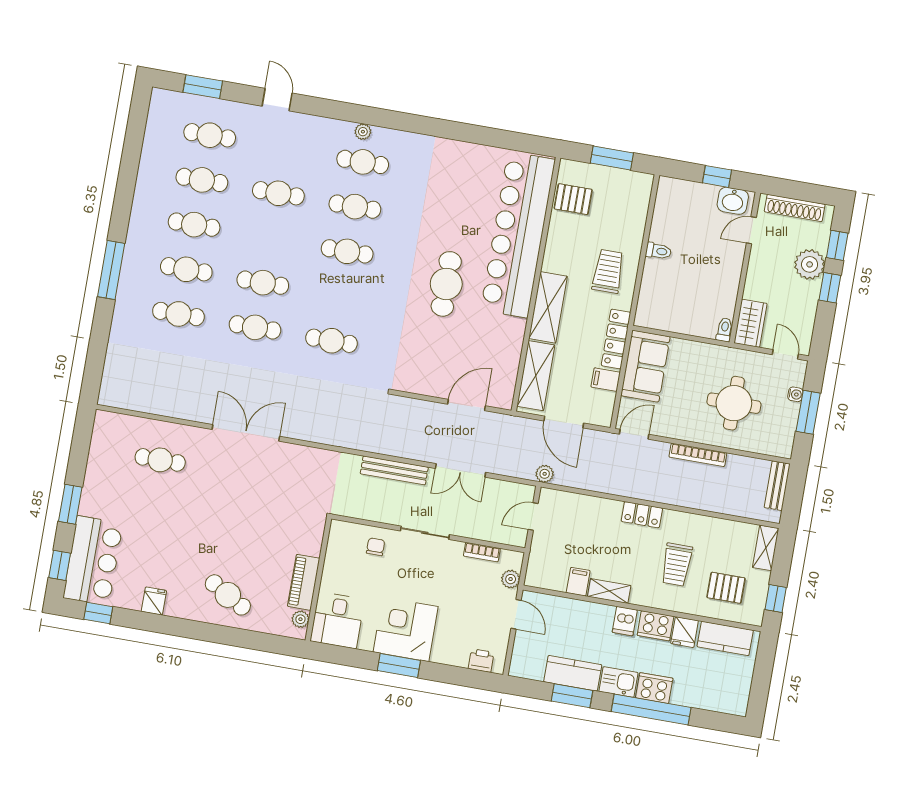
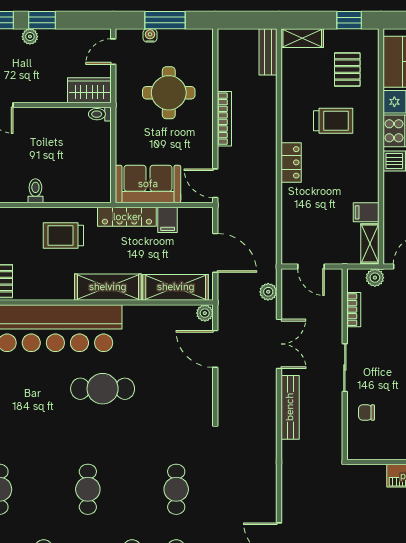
cafe table: (355, 207) -> (44, 489), removed
plant: (810, 264) -> (30, 37), width x0.53, depth x0.53
plant: (505, 401) -> (205, 313), added
door: (564, 422) -> (215, 253), hinge flipped
plant: (545, 474) -> (268, 292), moved
bench: (777, 486) -> (268, 52), moved, turned 90
shelving: (609, 591) -> (370, 244), moved

